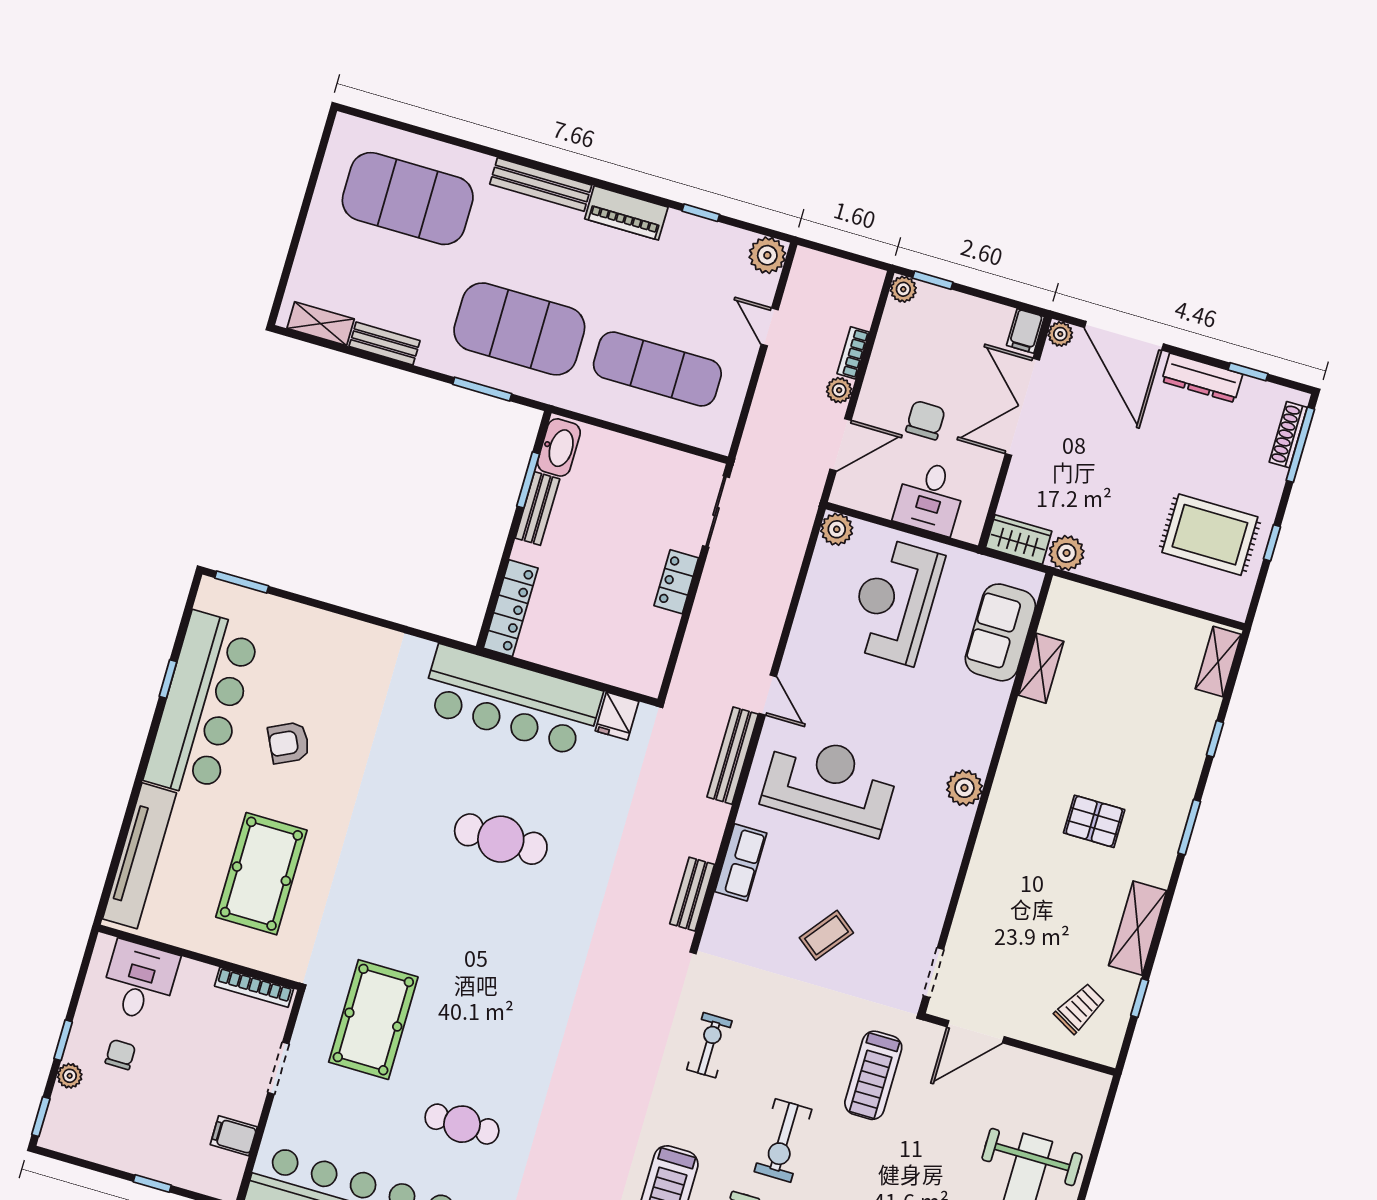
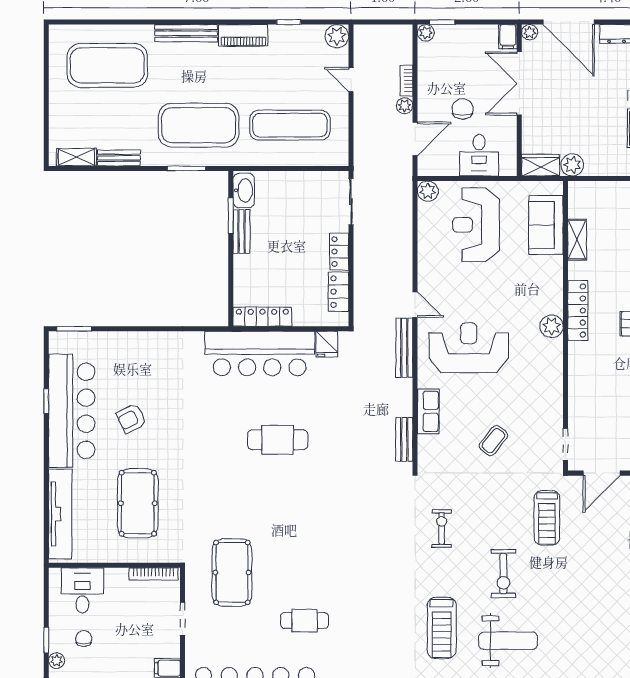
locker: (511, 608) -> (262, 317), moved, turned -90
locker: (658, 642) -> (338, 292), added
locker: (1011, 776) -> (578, 311), added

